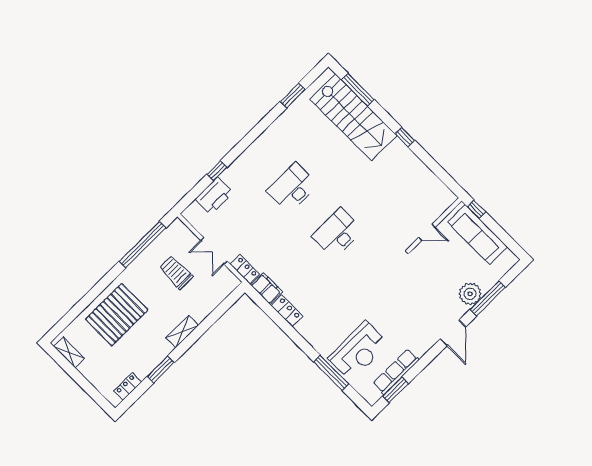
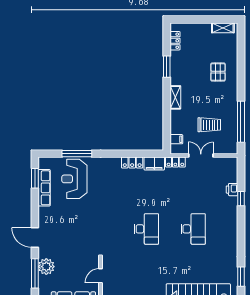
printer: (214, 196) -> (232, 190), width x0.53, depth x0.68
filing cabinet: (222, 290) -> (176, 139), added
pallet: (117, 315) -> (218, 72), width x0.49, depth x0.50

